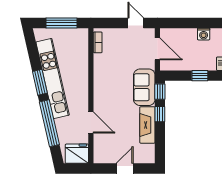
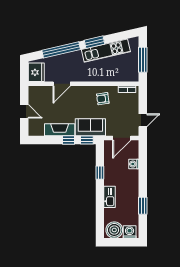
washing machine: (204, 34) -> (134, 164), moved
armchair: (109, 72) -> (103, 99), added
kitchen unit: (53, 79) -> (106, 51), width x0.73

